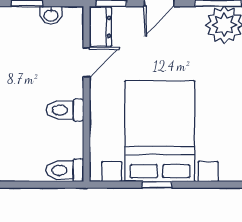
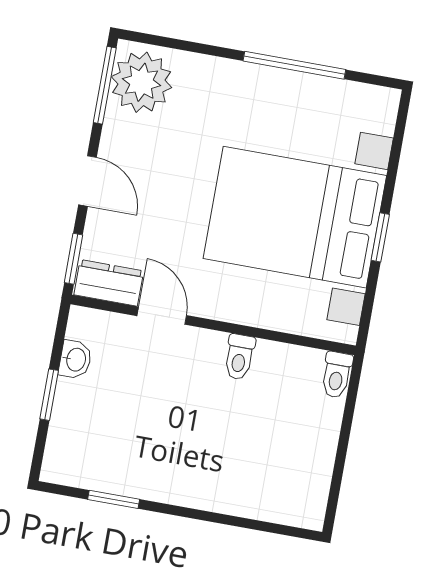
toilet: (65, 110) -> (239, 357), width x0.73, depth x0.72
toilet: (65, 170) -> (337, 375), width x0.73, depth x0.72

